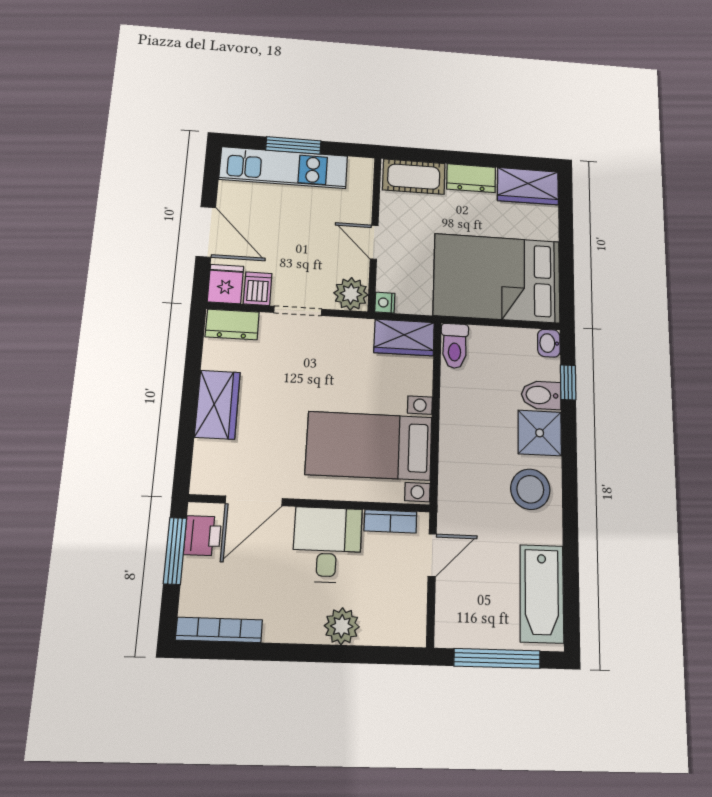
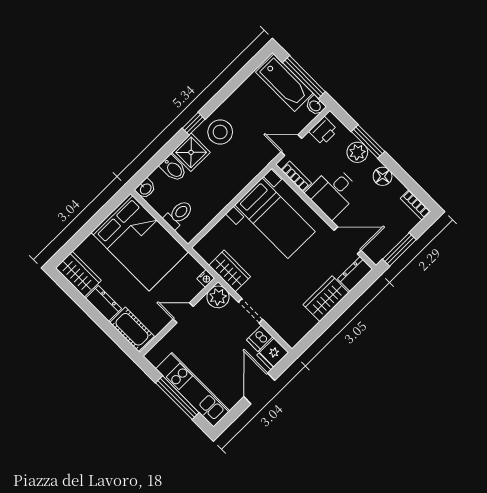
window: (293, 145) -> (177, 398), width x1.44
door: (374, 242) -> (183, 313), swing flipped
dresser: (232, 324) -> (355, 274), moved, turned -90
wardrobe: (404, 337) -> (230, 271), moved
toilet: (455, 346) -> (178, 214), moved
window: (568, 382) -> (194, 124), moved
printer: (203, 536) -> (323, 131), moved, turned 180
bathtub: (542, 593) -> (284, 83), moved, turned 90
floor lamp: (281, 626) -> (383, 176), added
bookcase: (219, 630) -> (415, 205), width x0.64
washbasin: (449, 635) -> (315, 106), added
window: (341, 654) -> (368, 142), added

